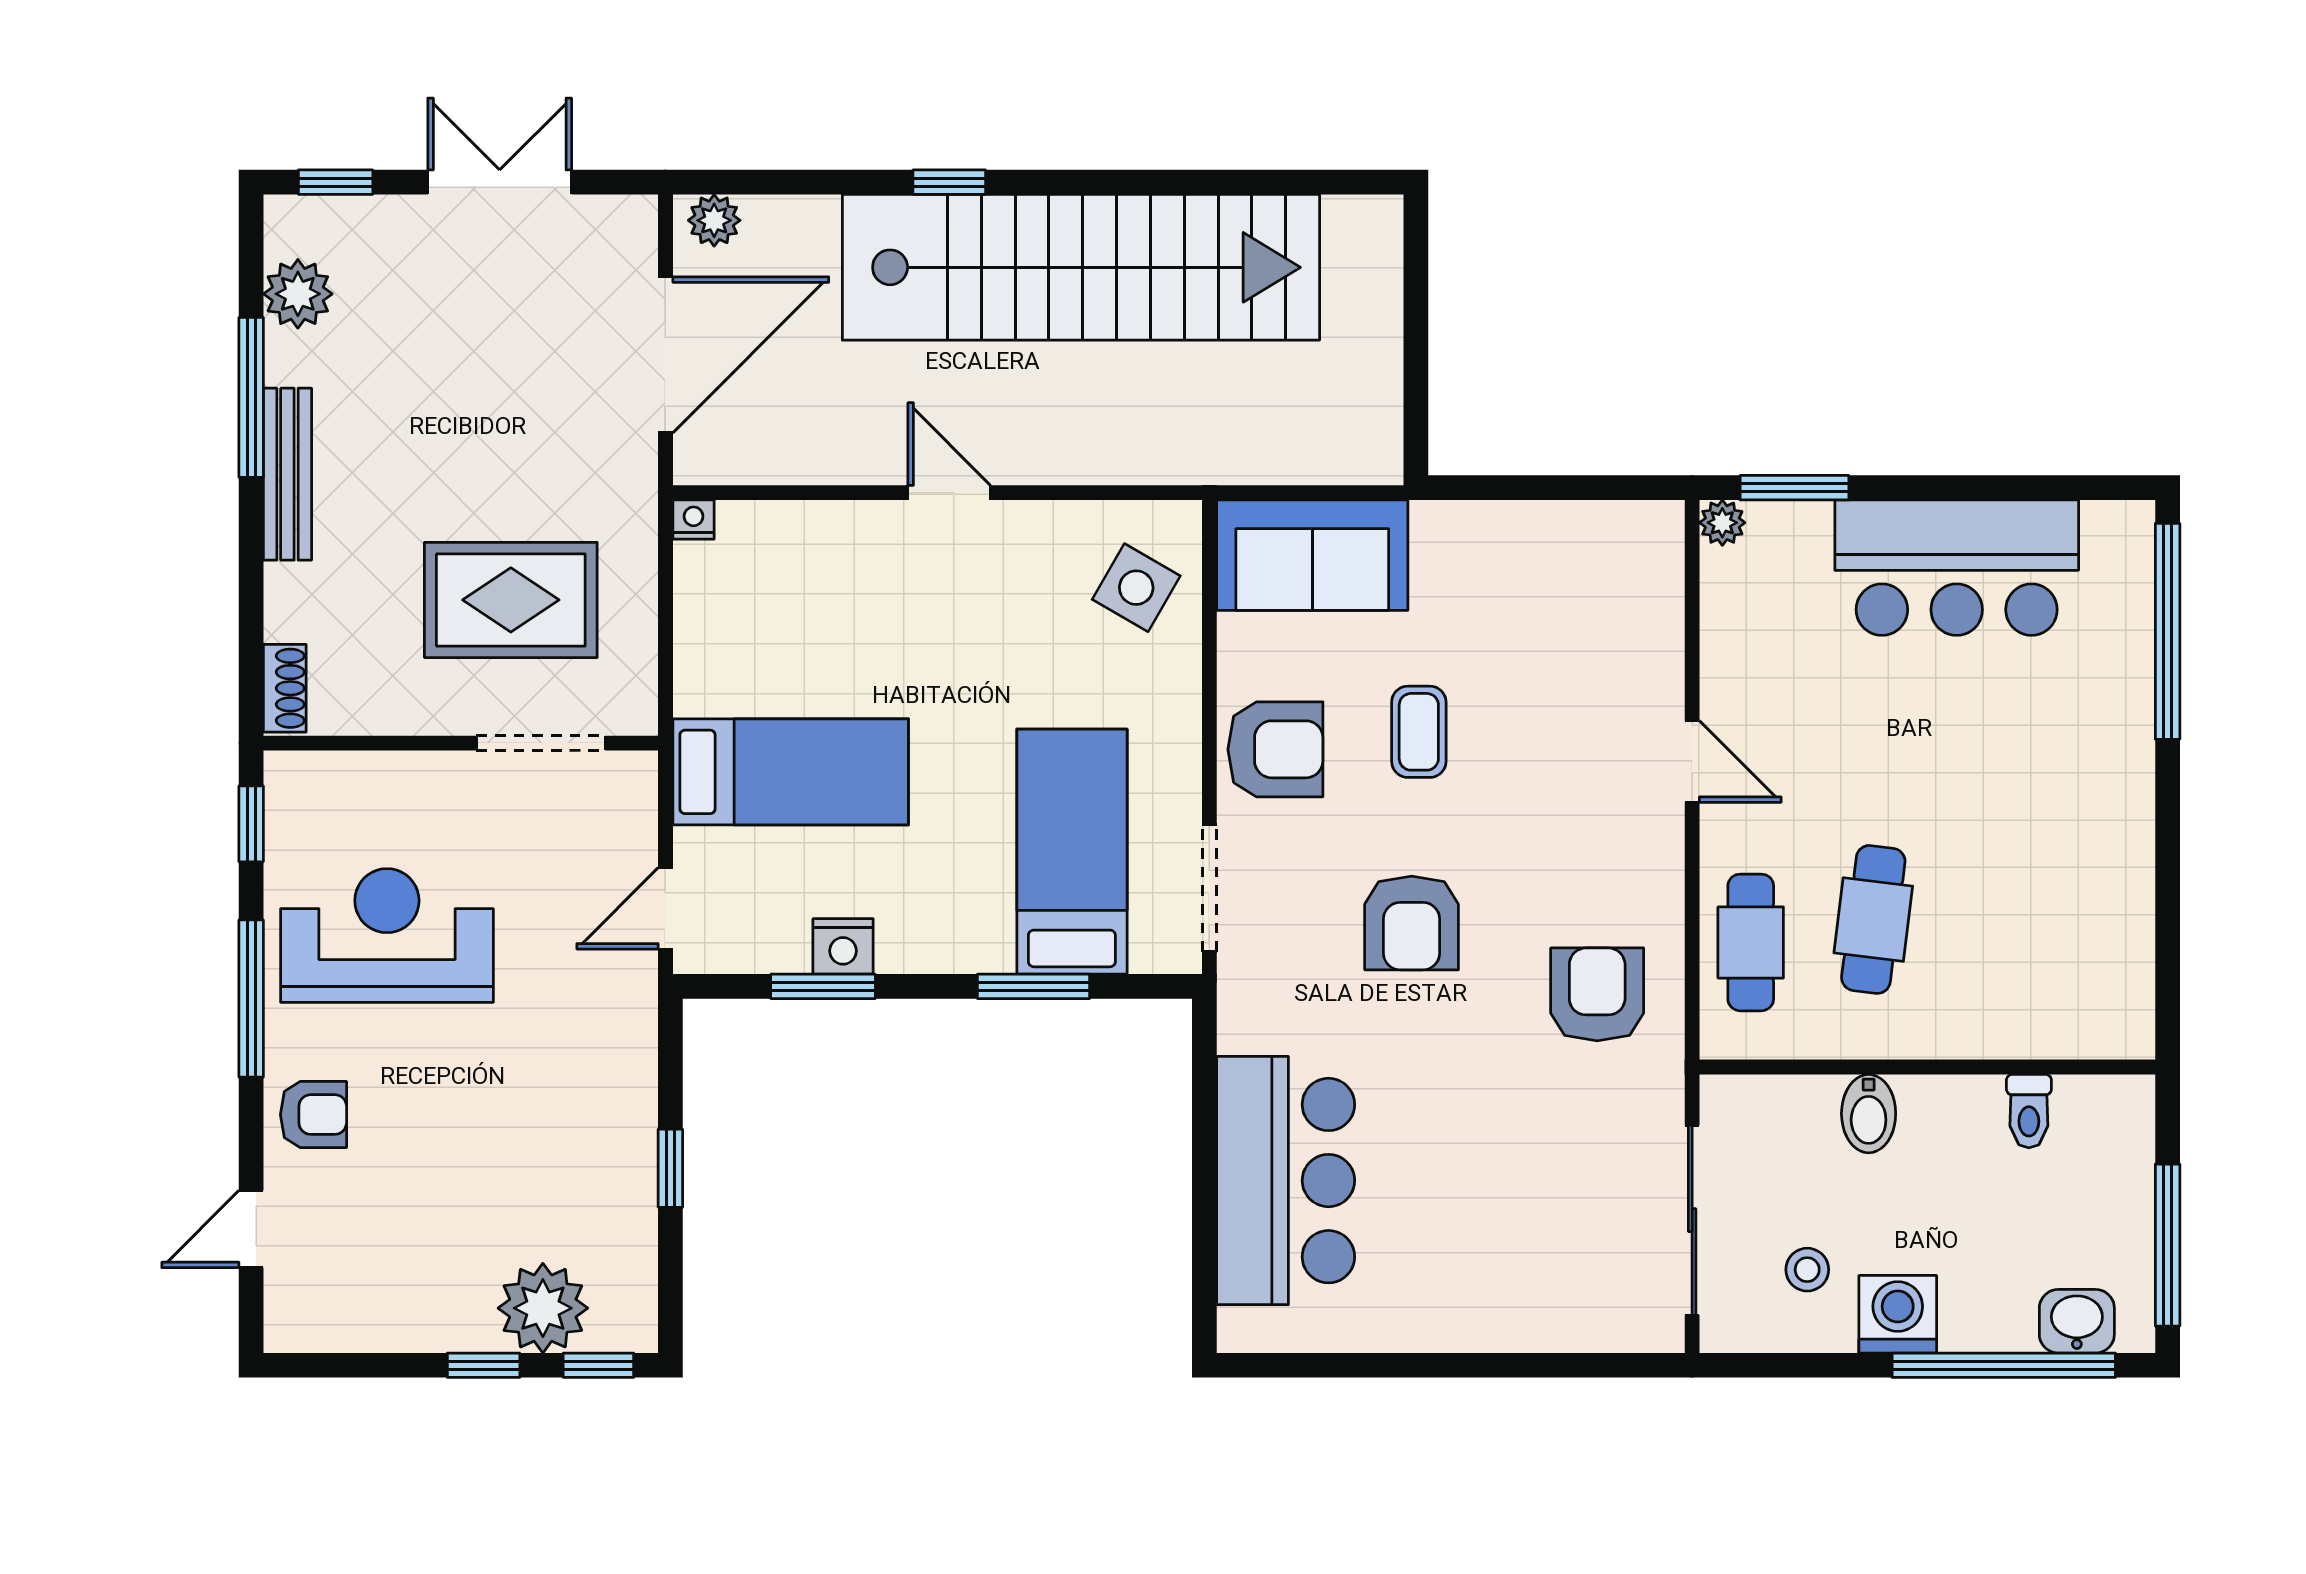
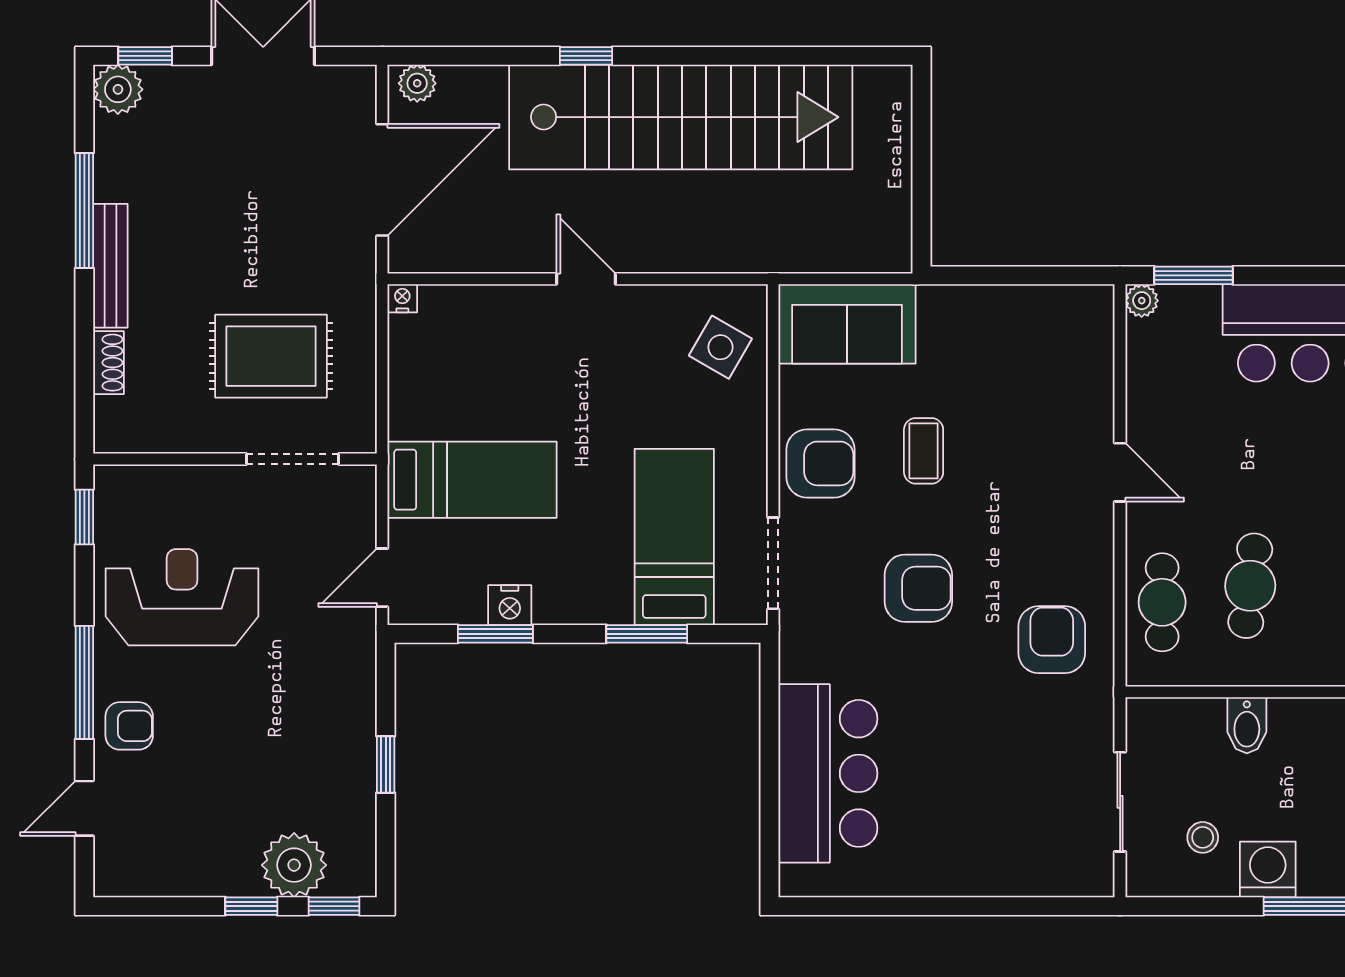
plant: (298, 294) -> (118, 89), moved
shoe rack: (285, 688) -> (108, 363), moved
armchair: (1412, 923) -> (918, 588), turned -90
window: (251, 999) -> (84, 682), moved
sliding door: (1692, 1220) -> (1120, 802), width x0.73

